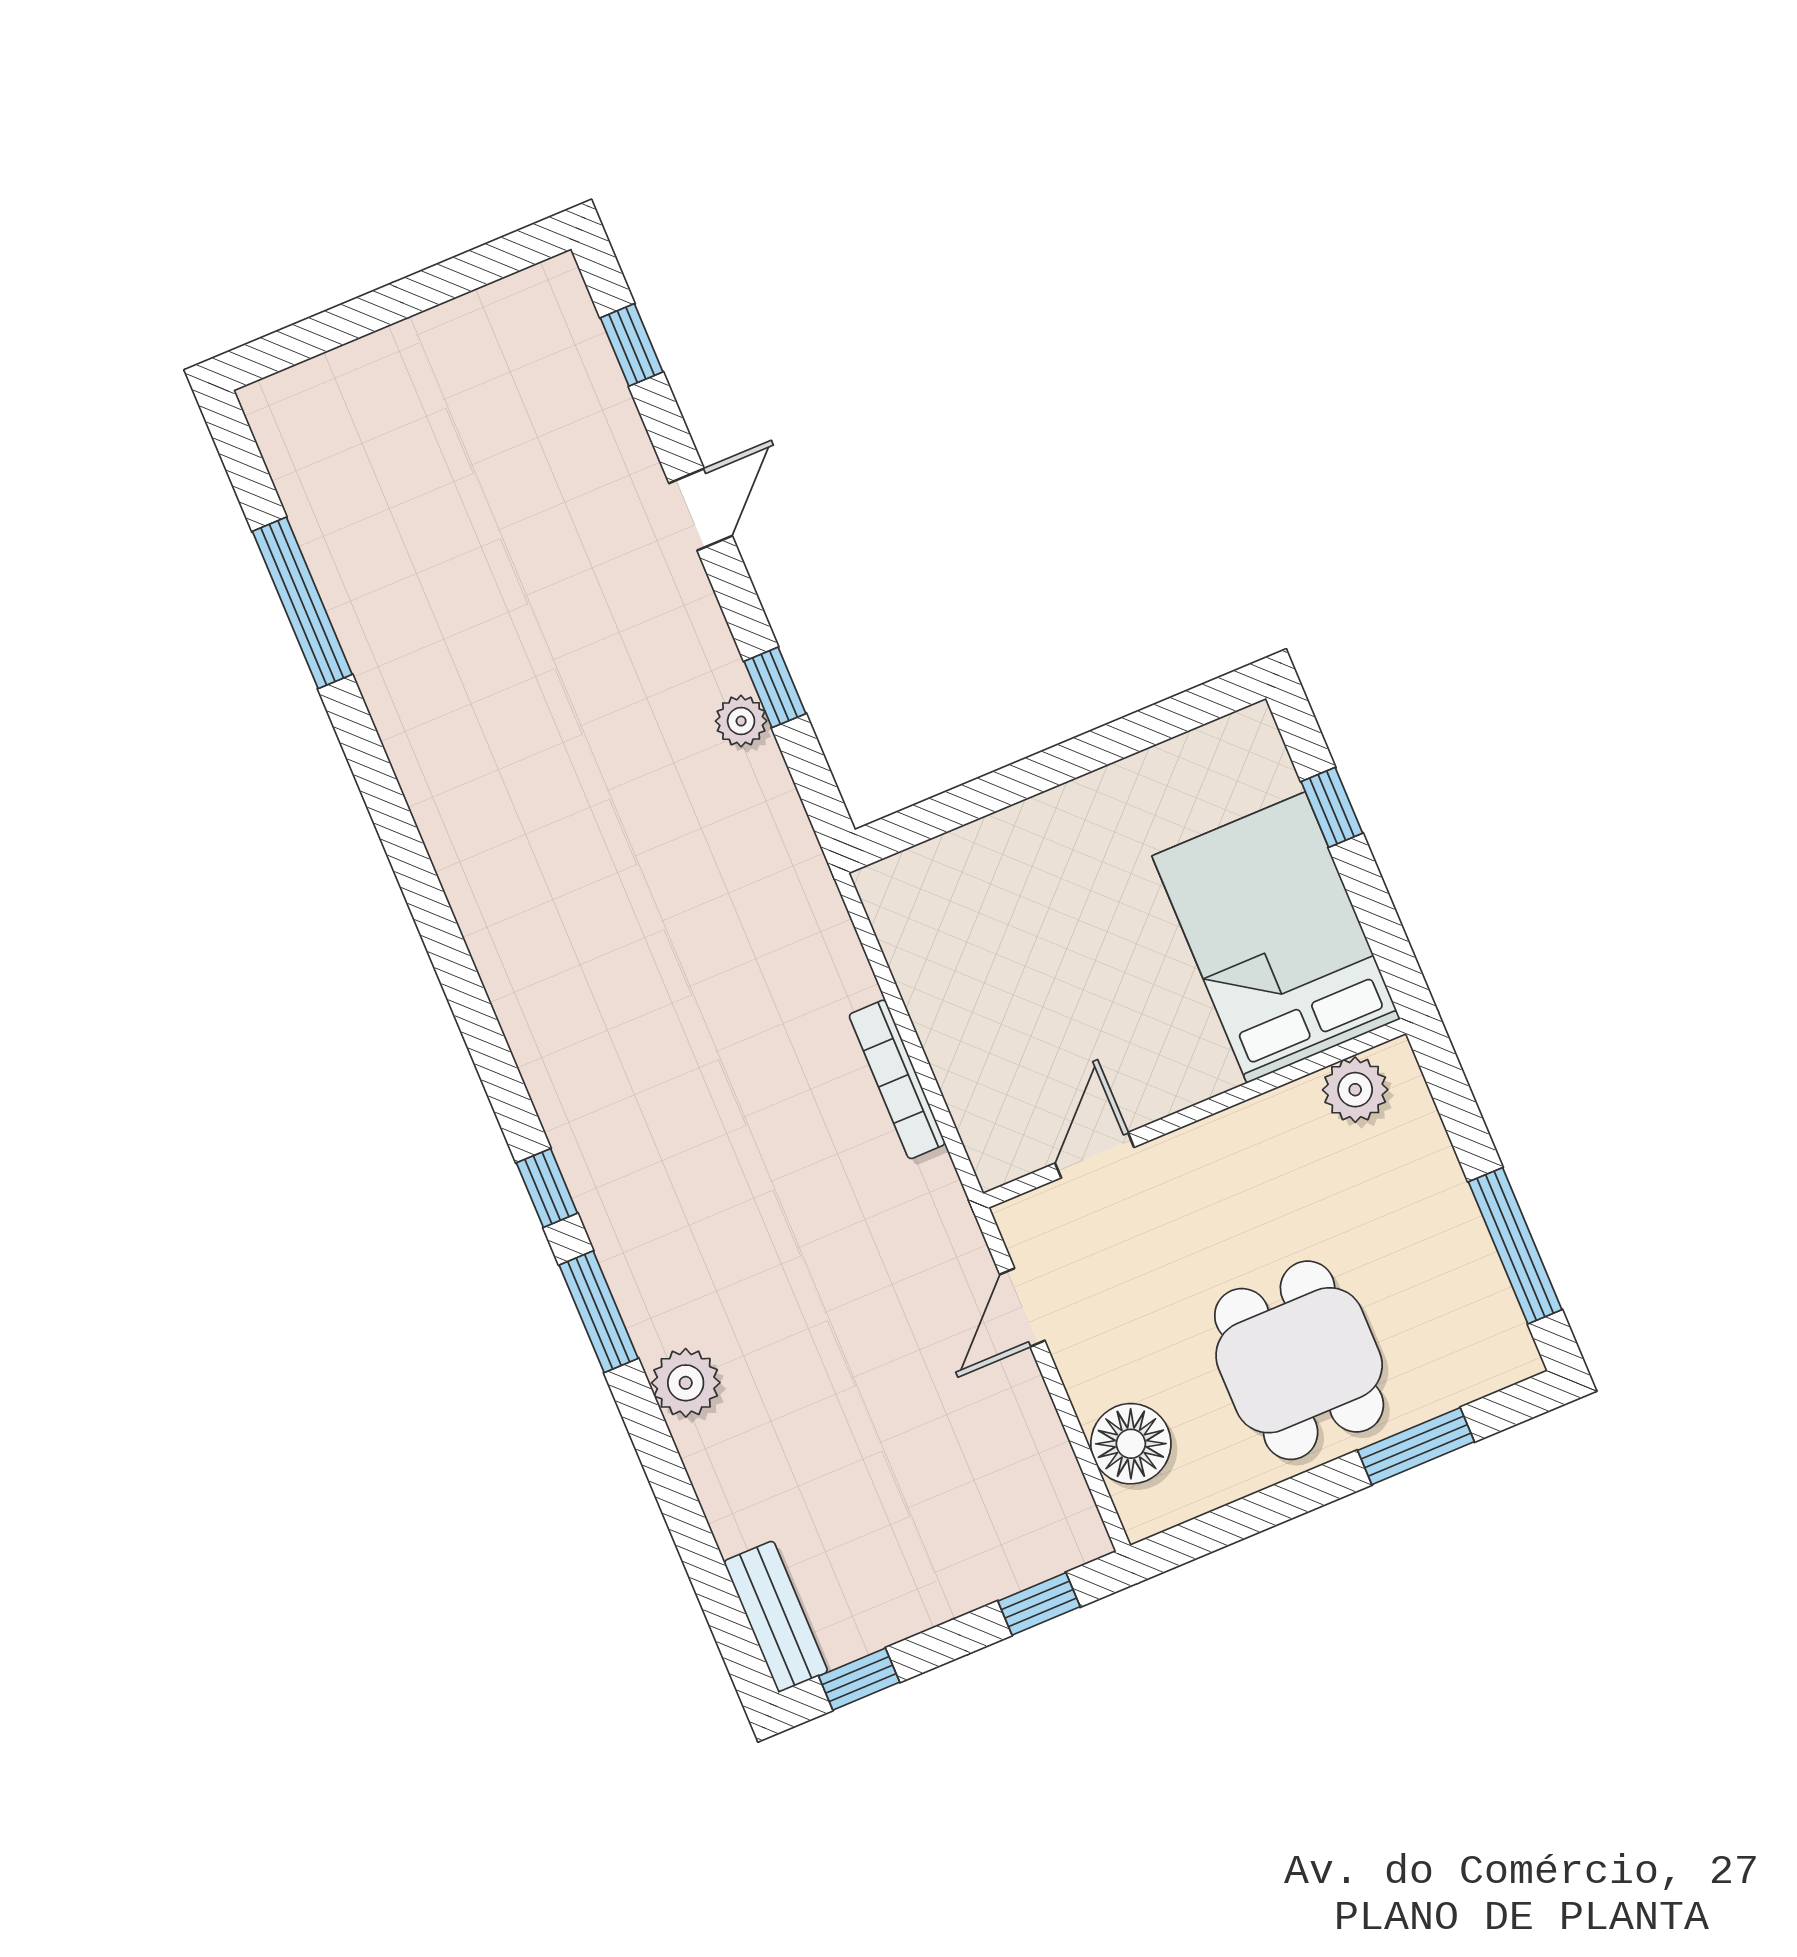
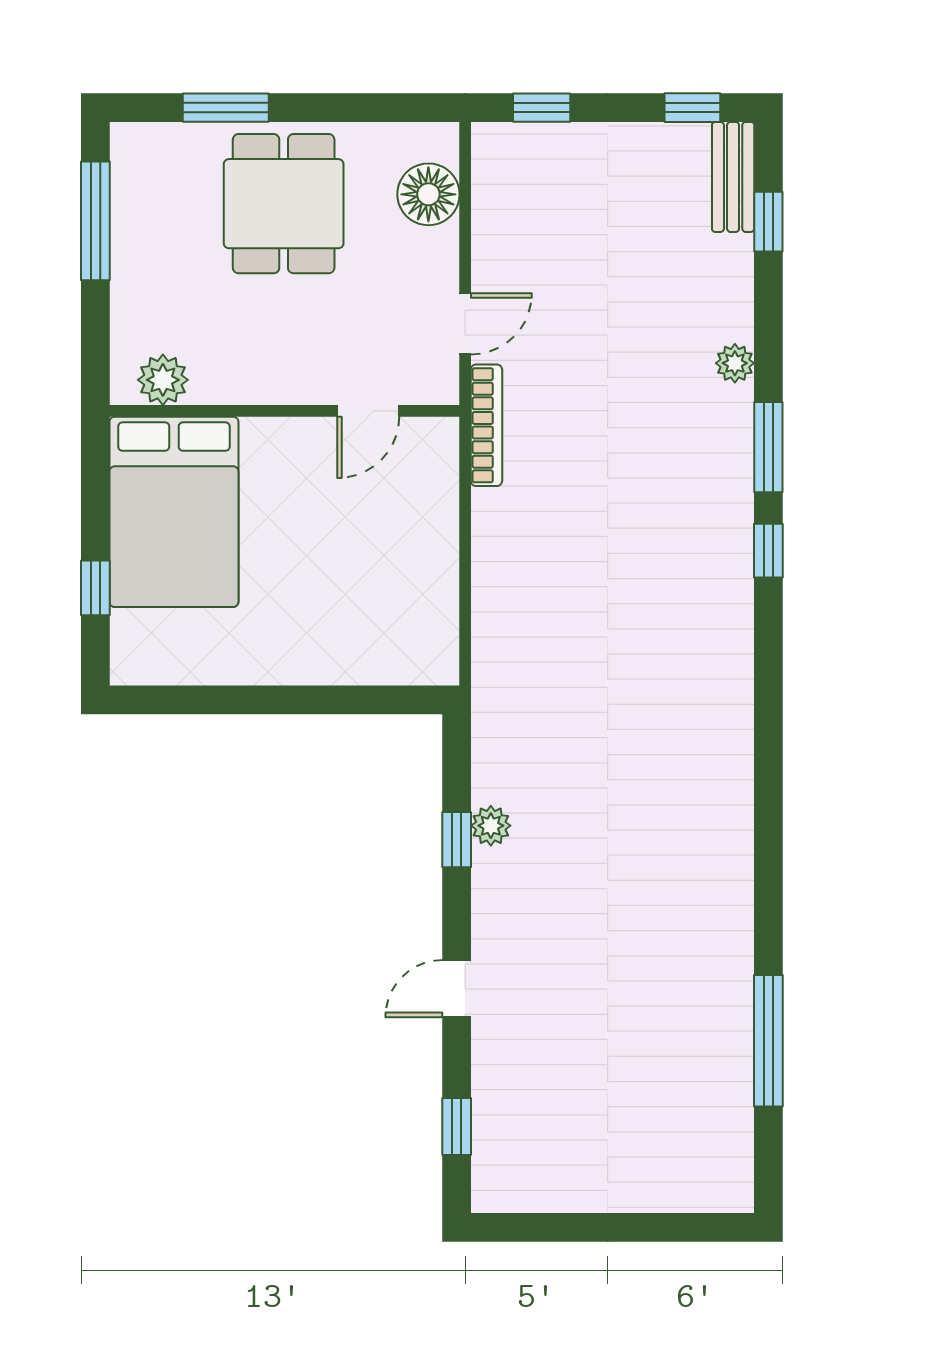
bookcase: (897, 1079) -> (486, 425), moved
plant: (686, 1383) -> (735, 363), width x0.73, depth x0.73
window: (711, 1581) -> (768, 222), added

